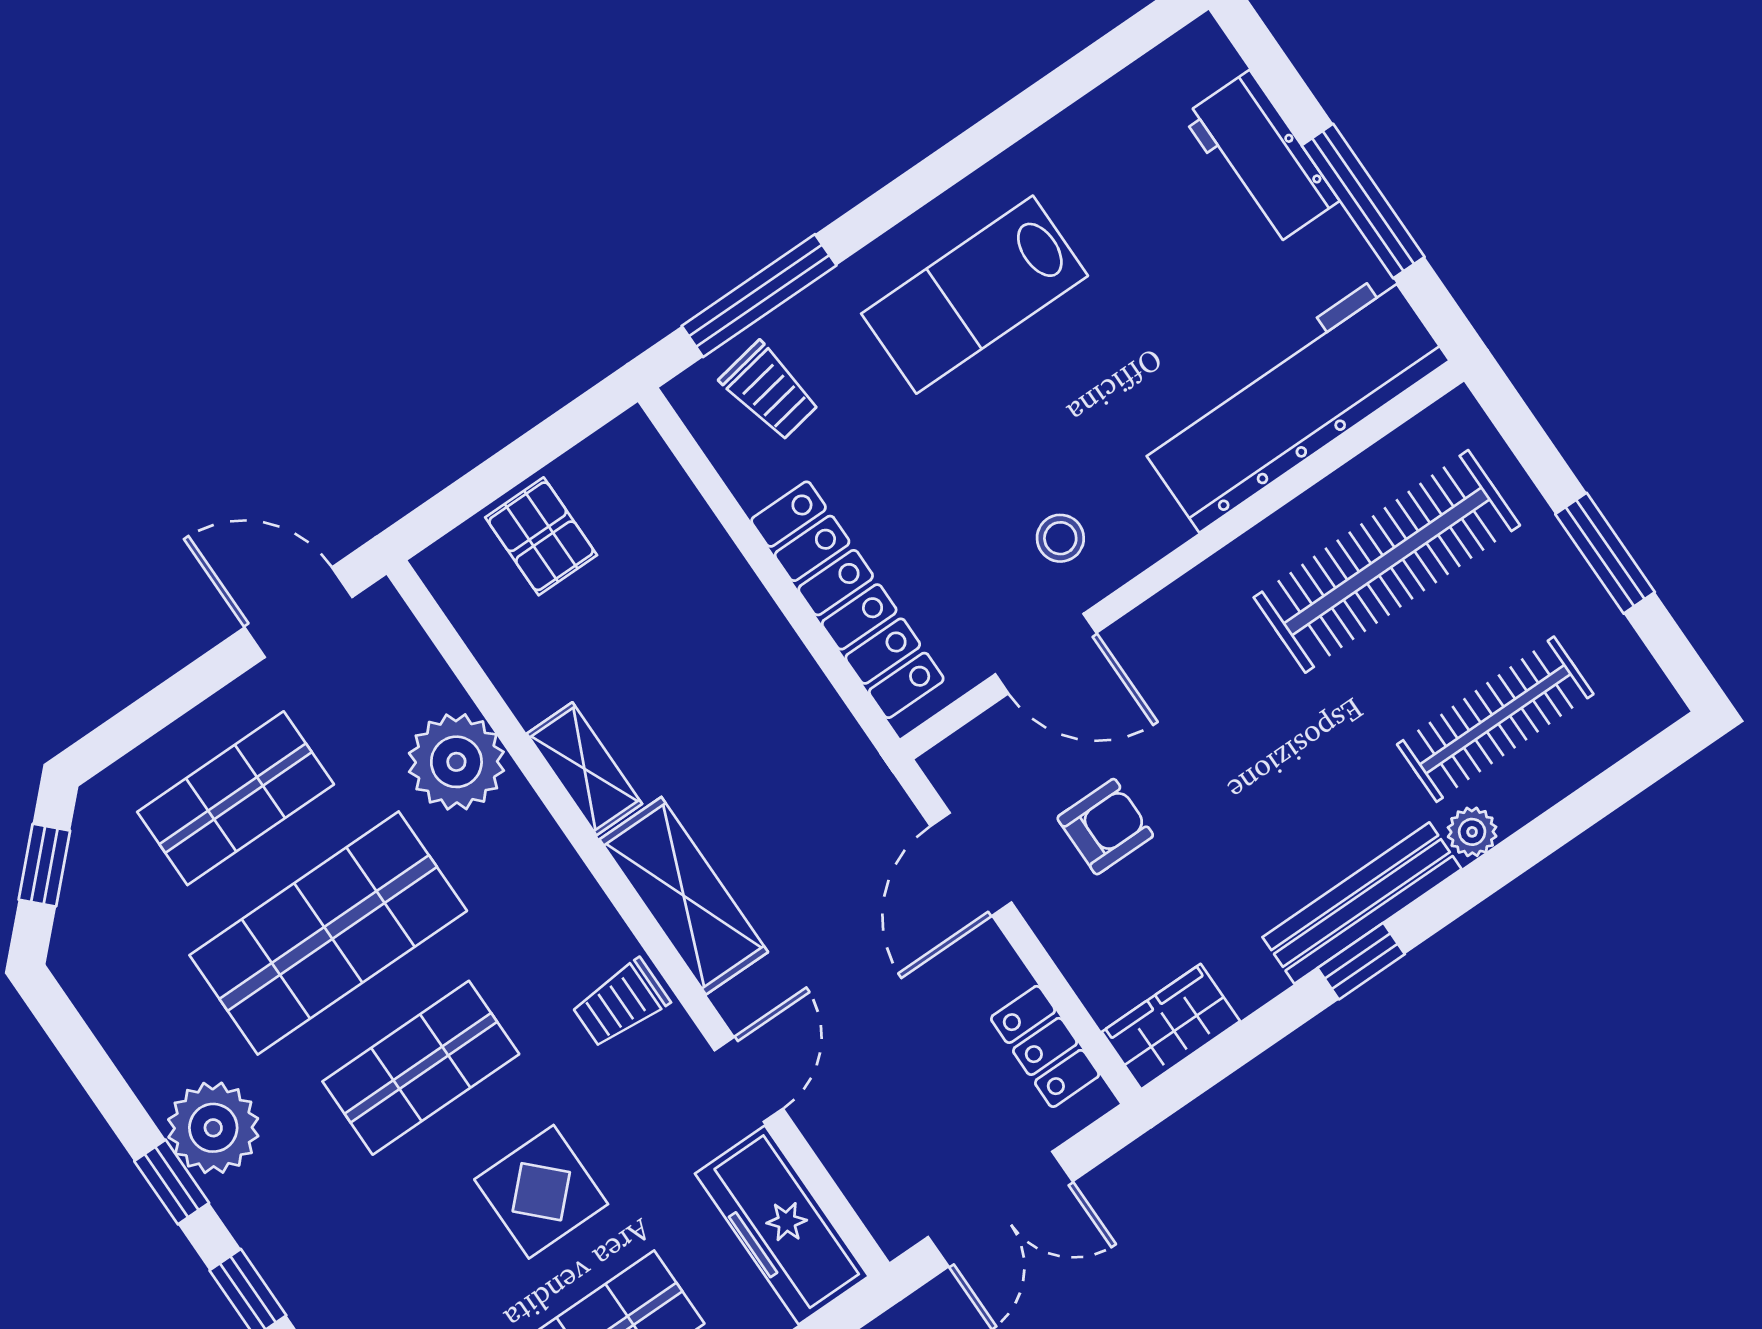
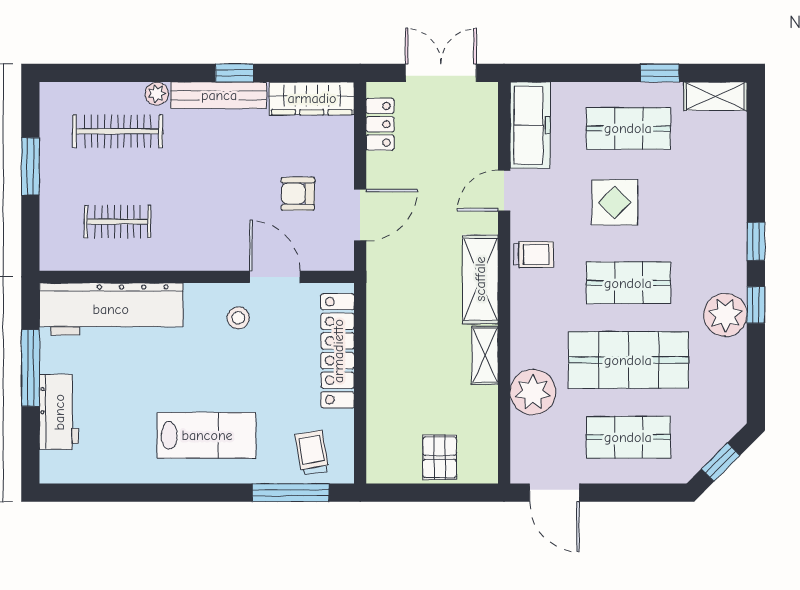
clothes rail: (1387, 561) -> (118, 222), width x0.54, depth x0.76
wardrobe: (1171, 1027) -> (312, 98), width x1.50

